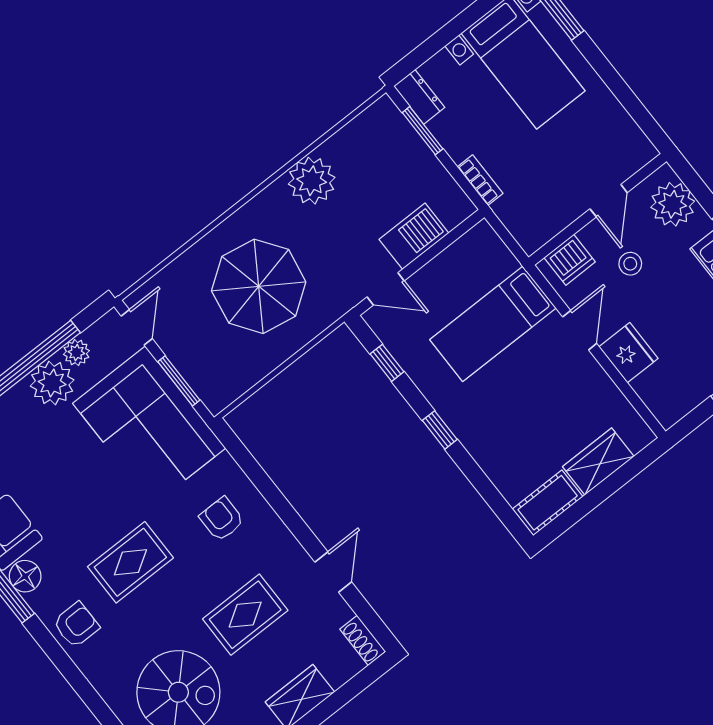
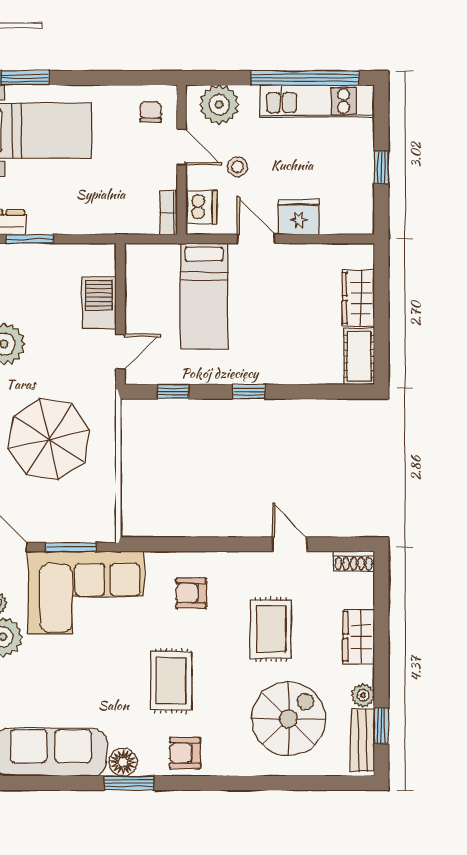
chair: (618, 149) -> (151, 112), added
bookcase: (480, 180) -> (169, 213), moved, turned -90
armchair: (76, 625) -> (185, 753), turned -90

